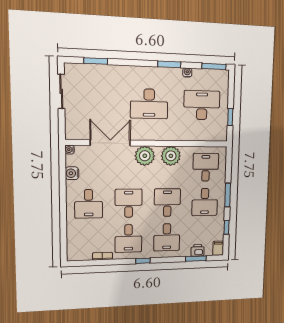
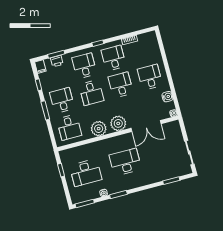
desk: (129, 203) -> (121, 85), turned 180

